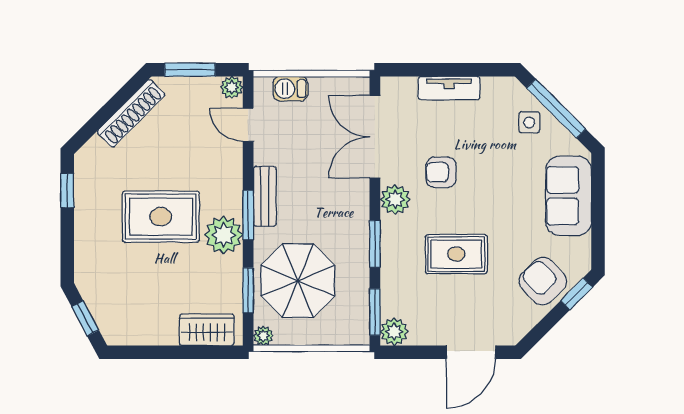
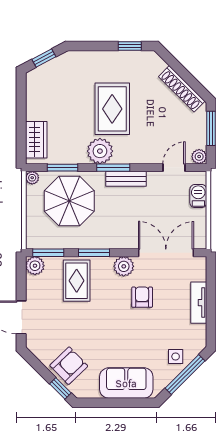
rug: (456, 254) -> (77, 281), moved

